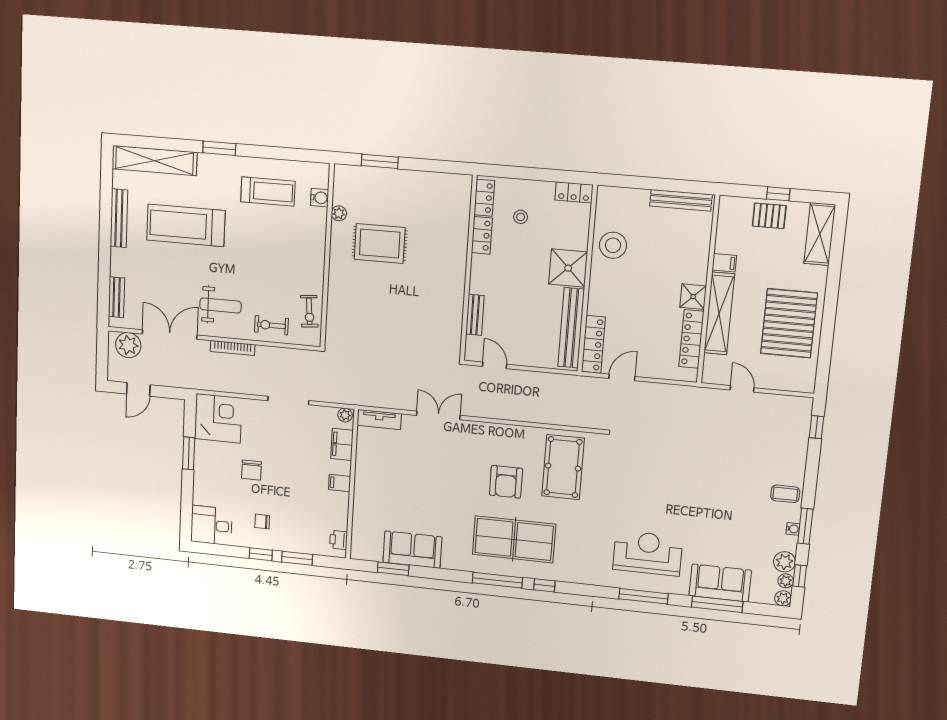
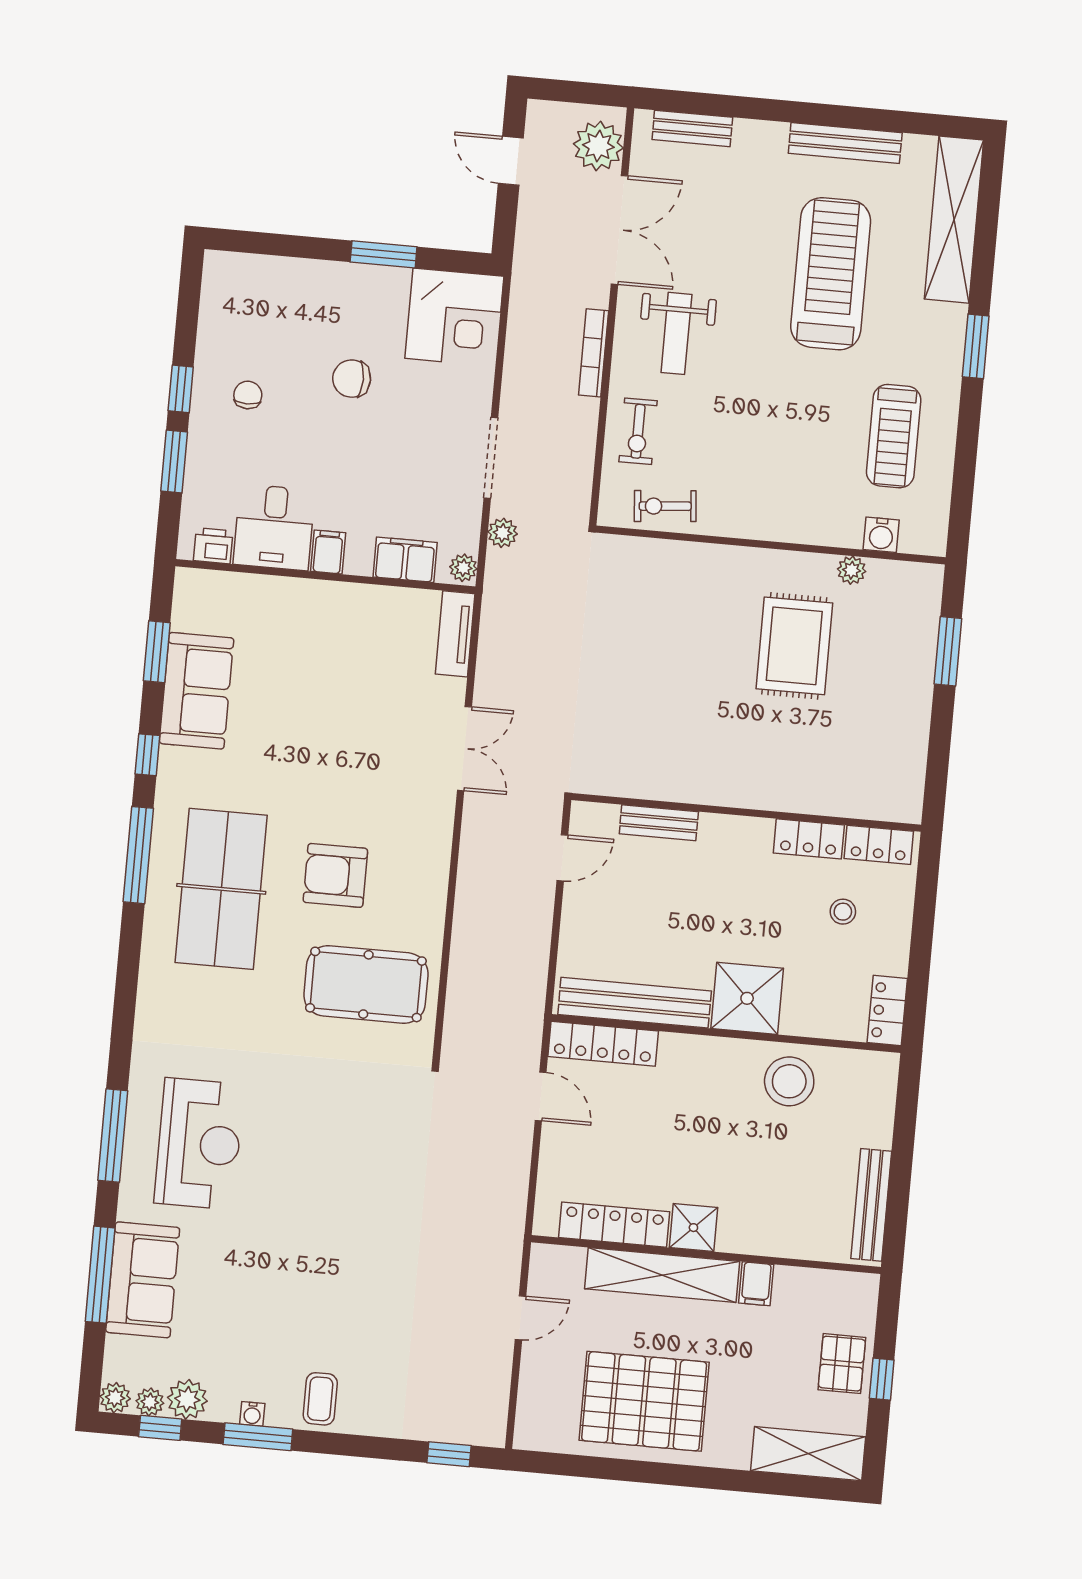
exercise bike: (271, 325) -> (638, 431), turned 180
plant: (326, 395) -> (503, 533), added
desk: (212, 525) -> (274, 527), moved, turned 180
window: (544, 585) -> (147, 755), moved

